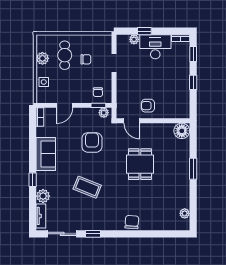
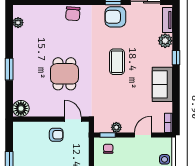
plant: (104, 113) -> (116, 127), moved
armchair: (92, 142) -> (115, 17), moved, turned 90
coffee table: (87, 187) -> (117, 62), moved, turned 68

